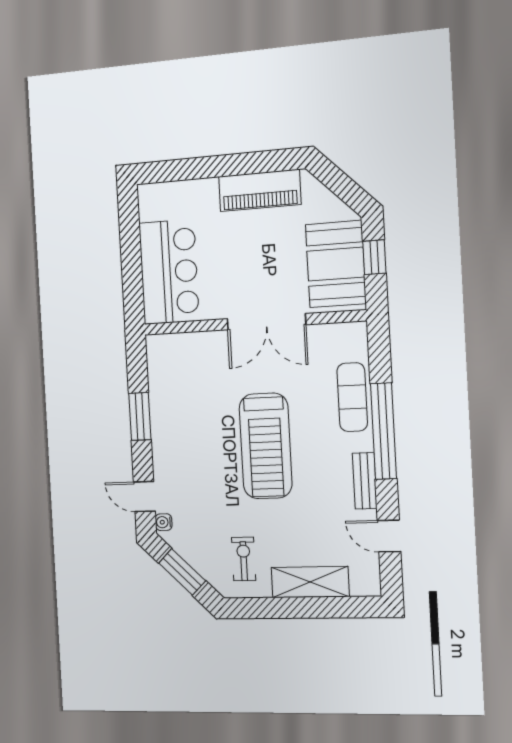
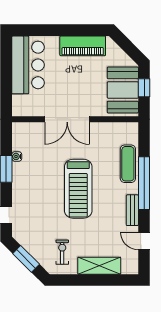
bar counter: (169, 272) -> (28, 65), moved
double door: (266, 322) -> (67, 119), moved
water cooler: (164, 522) -> (17, 156), moved

